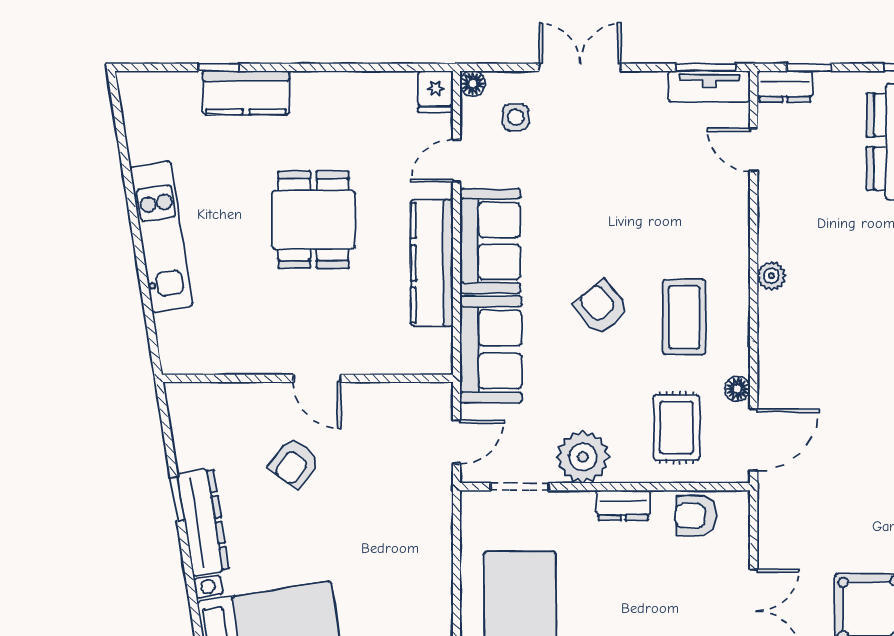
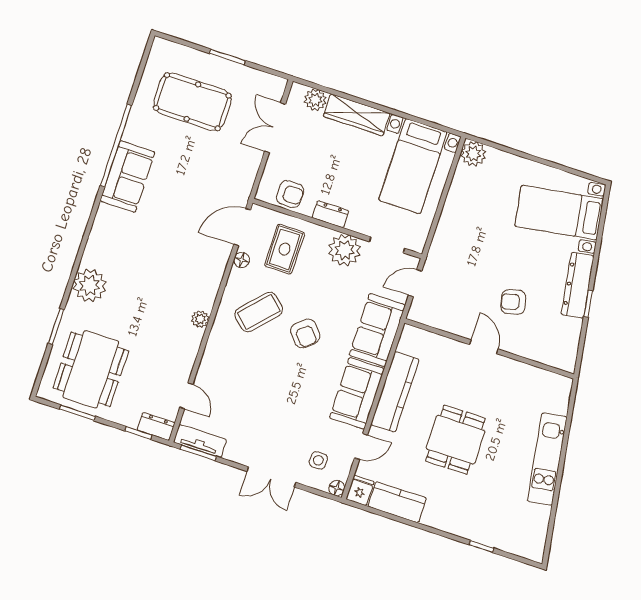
kitchen counter: (246, 93) -> (397, 502), moved
coffee table: (684, 317) -> (259, 312), turned 43
armchair: (294, 463) -> (513, 302), turned -141

